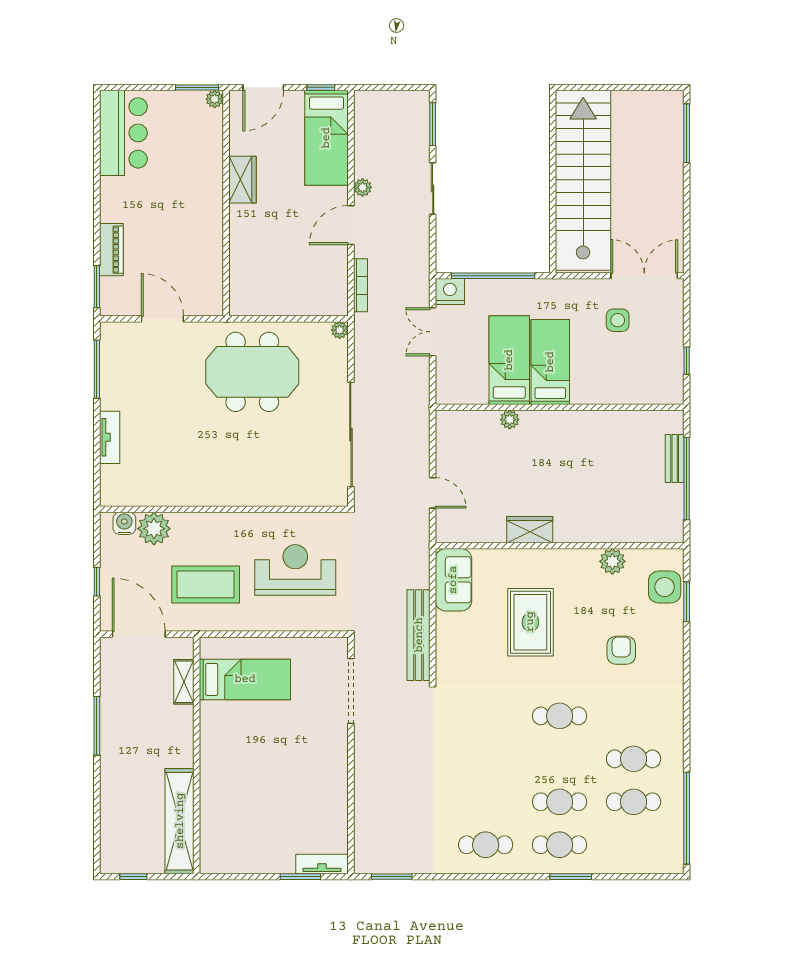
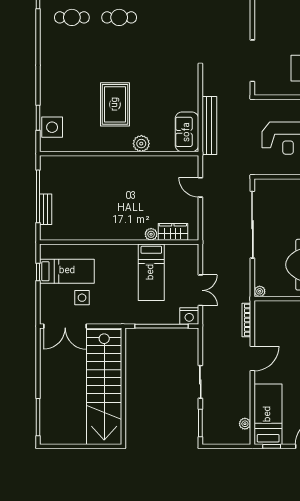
plant: (363, 187) -> (245, 424), moved
bed: (550, 362) -> (67, 271), moved, turned -90
wardrobe: (530, 530) -> (173, 232), moved, turned 180
plant: (612, 561) -> (141, 144), moved
rug: (530, 622) -> (115, 104), moved
bench: (419, 635) -> (209, 125), moved
armchair: (621, 650) -> (80, 87), removed
cafe table: (560, 716) -> (119, 17), moved

